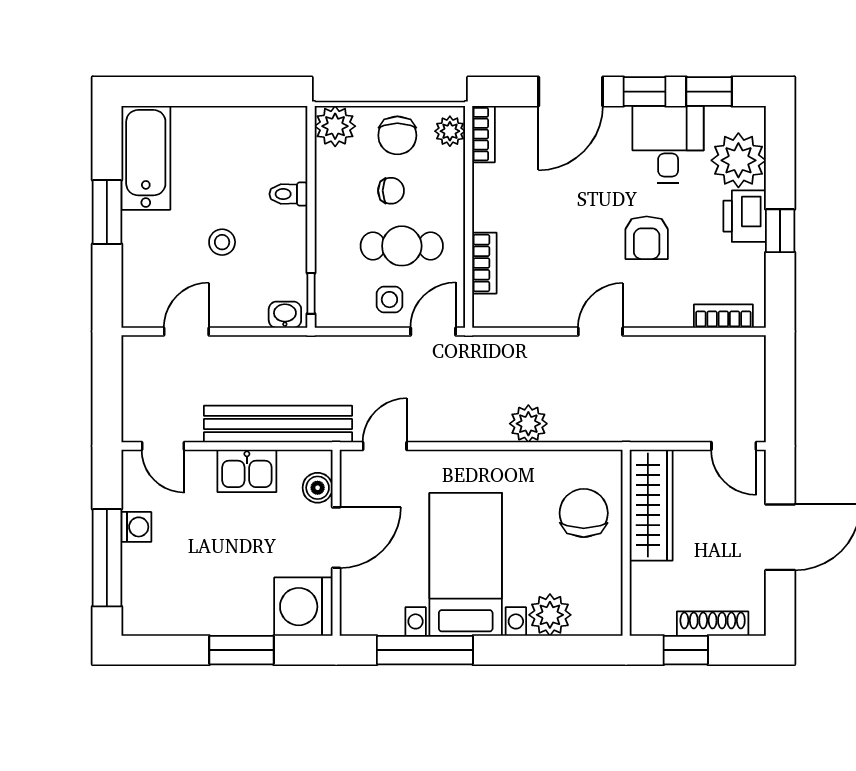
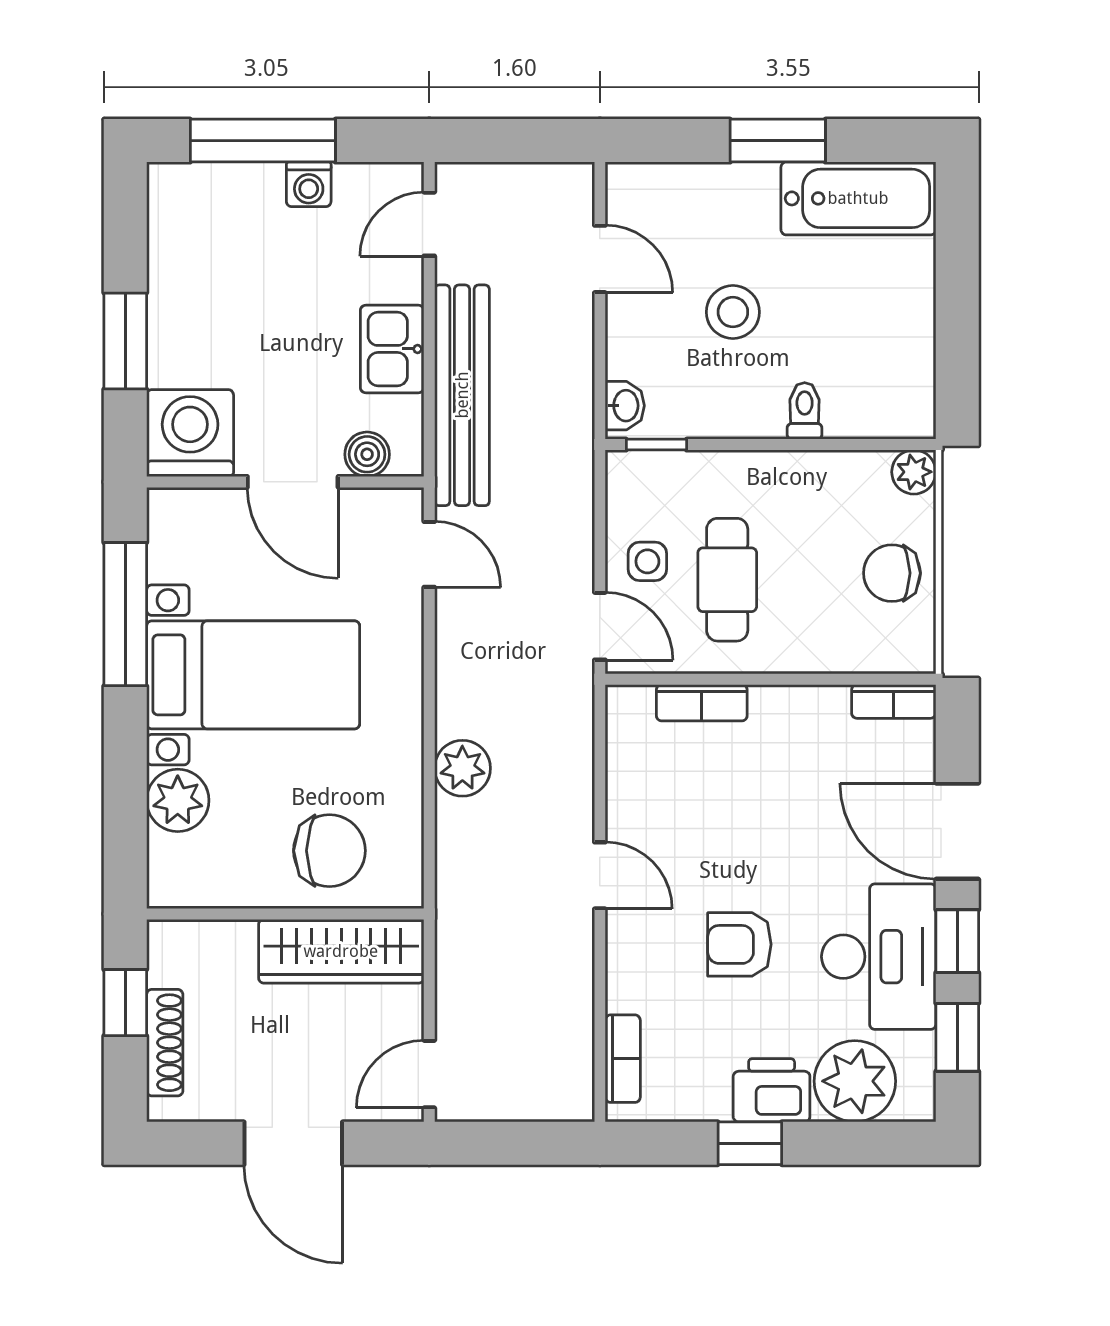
plant: (335, 126) -> (914, 472), width x0.73, depth x0.73
plant: (450, 131) -> (898, 651), removed
desk: (668, 144) -> (879, 957), width x1.37
chair: (391, 191) -> (809, 564), removed
stool: (222, 242) -> (733, 312), width x1.37, depth x1.37

